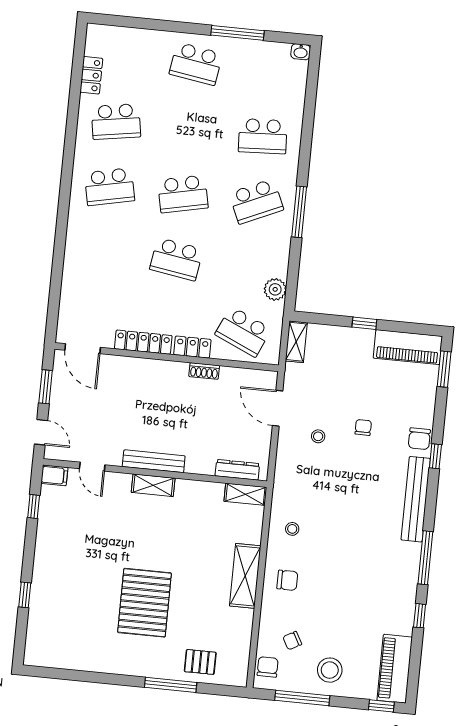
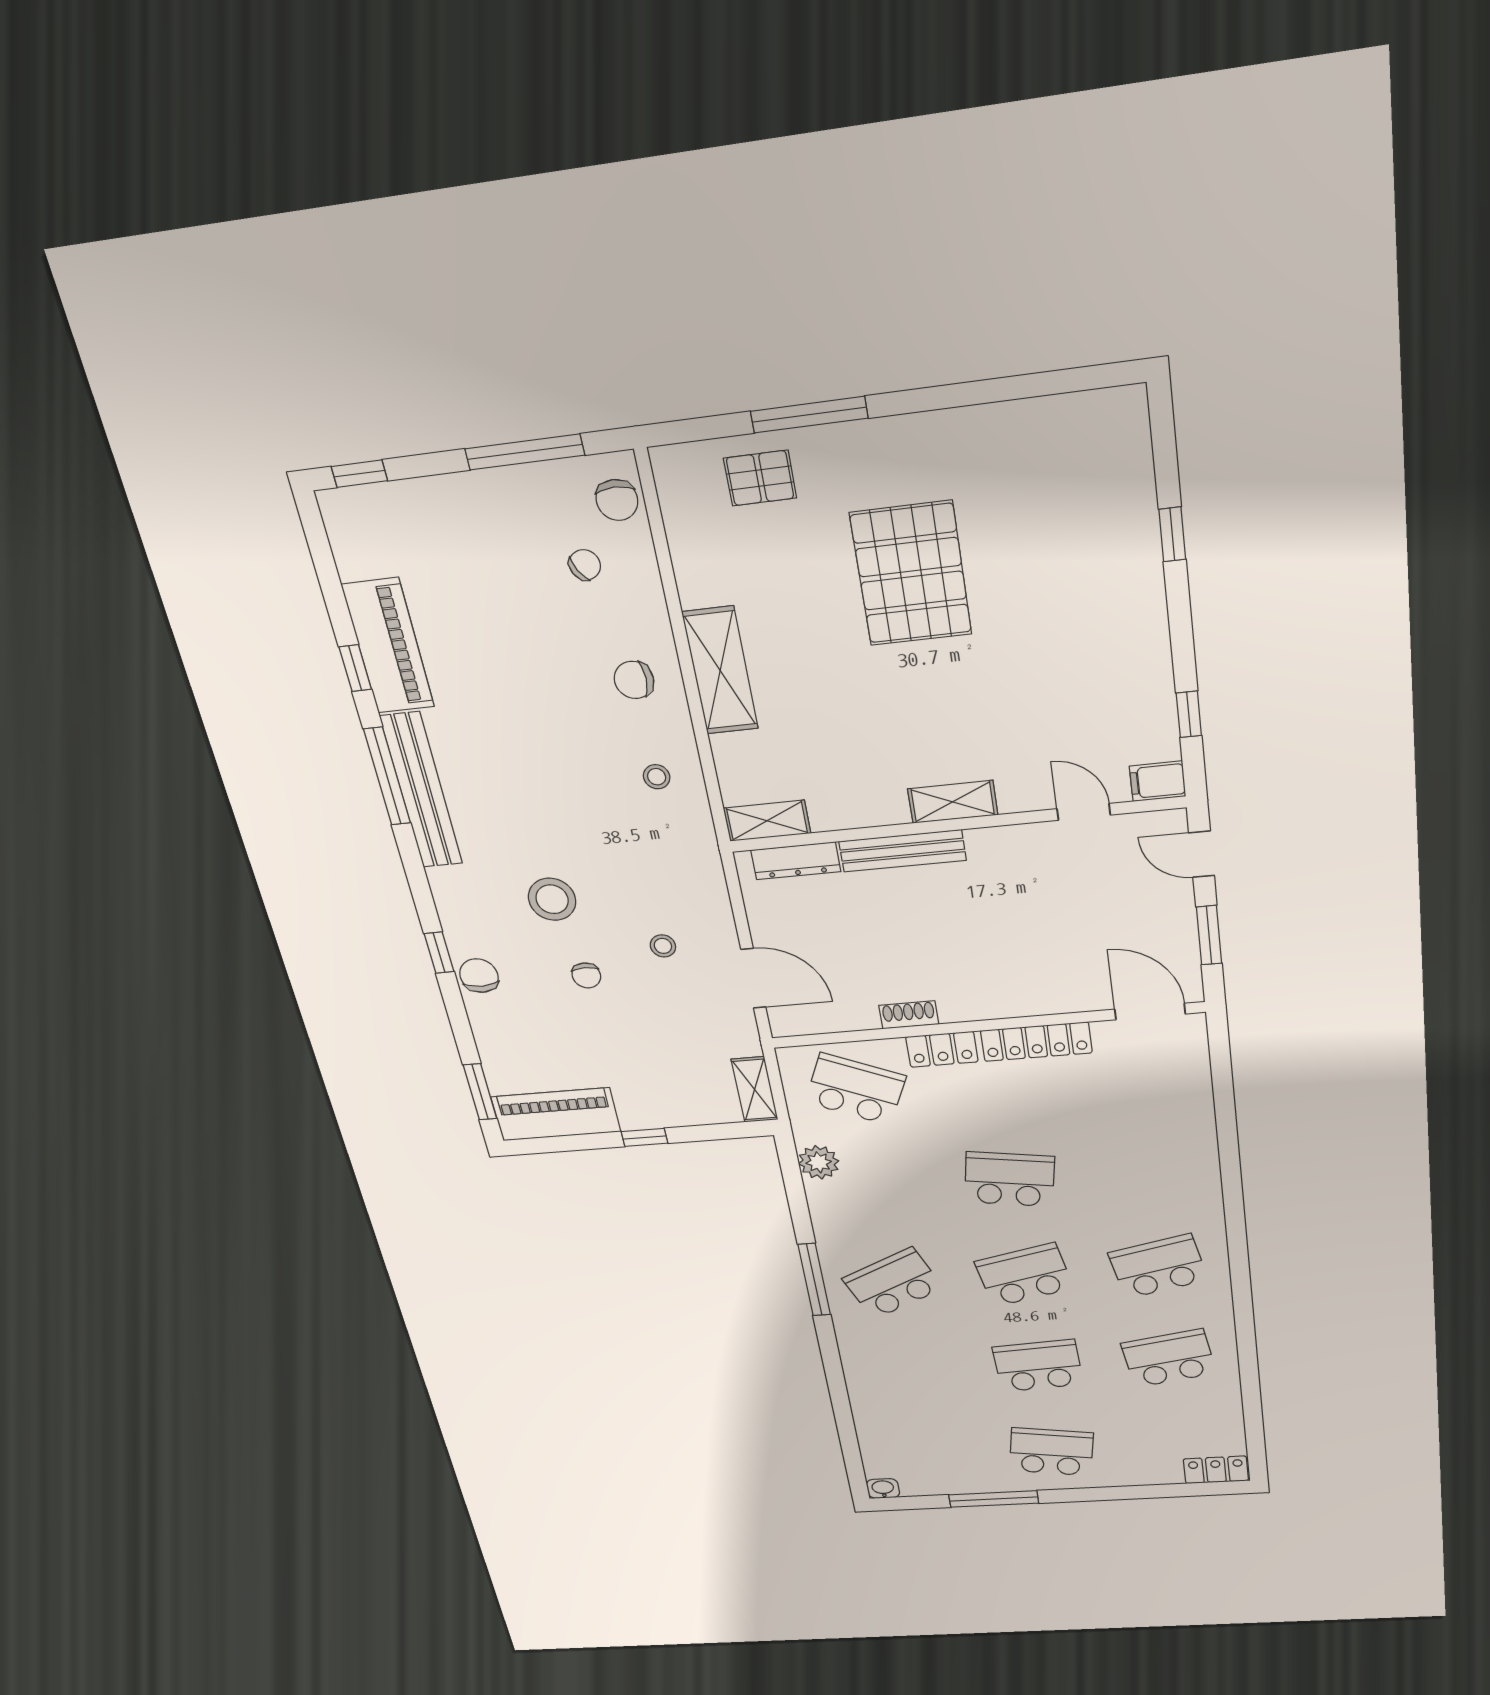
locker: (91, 75) -> (1216, 1470), moved, turned 90
school desk: (263, 136) -> (1038, 1366), moved
bench: (154, 461) -> (902, 851), moved
bench: (416, 499) -> (421, 791), moved
piano: (395, 669) -> (388, 646), moved
stool: (330, 670) -> (552, 899), moved

